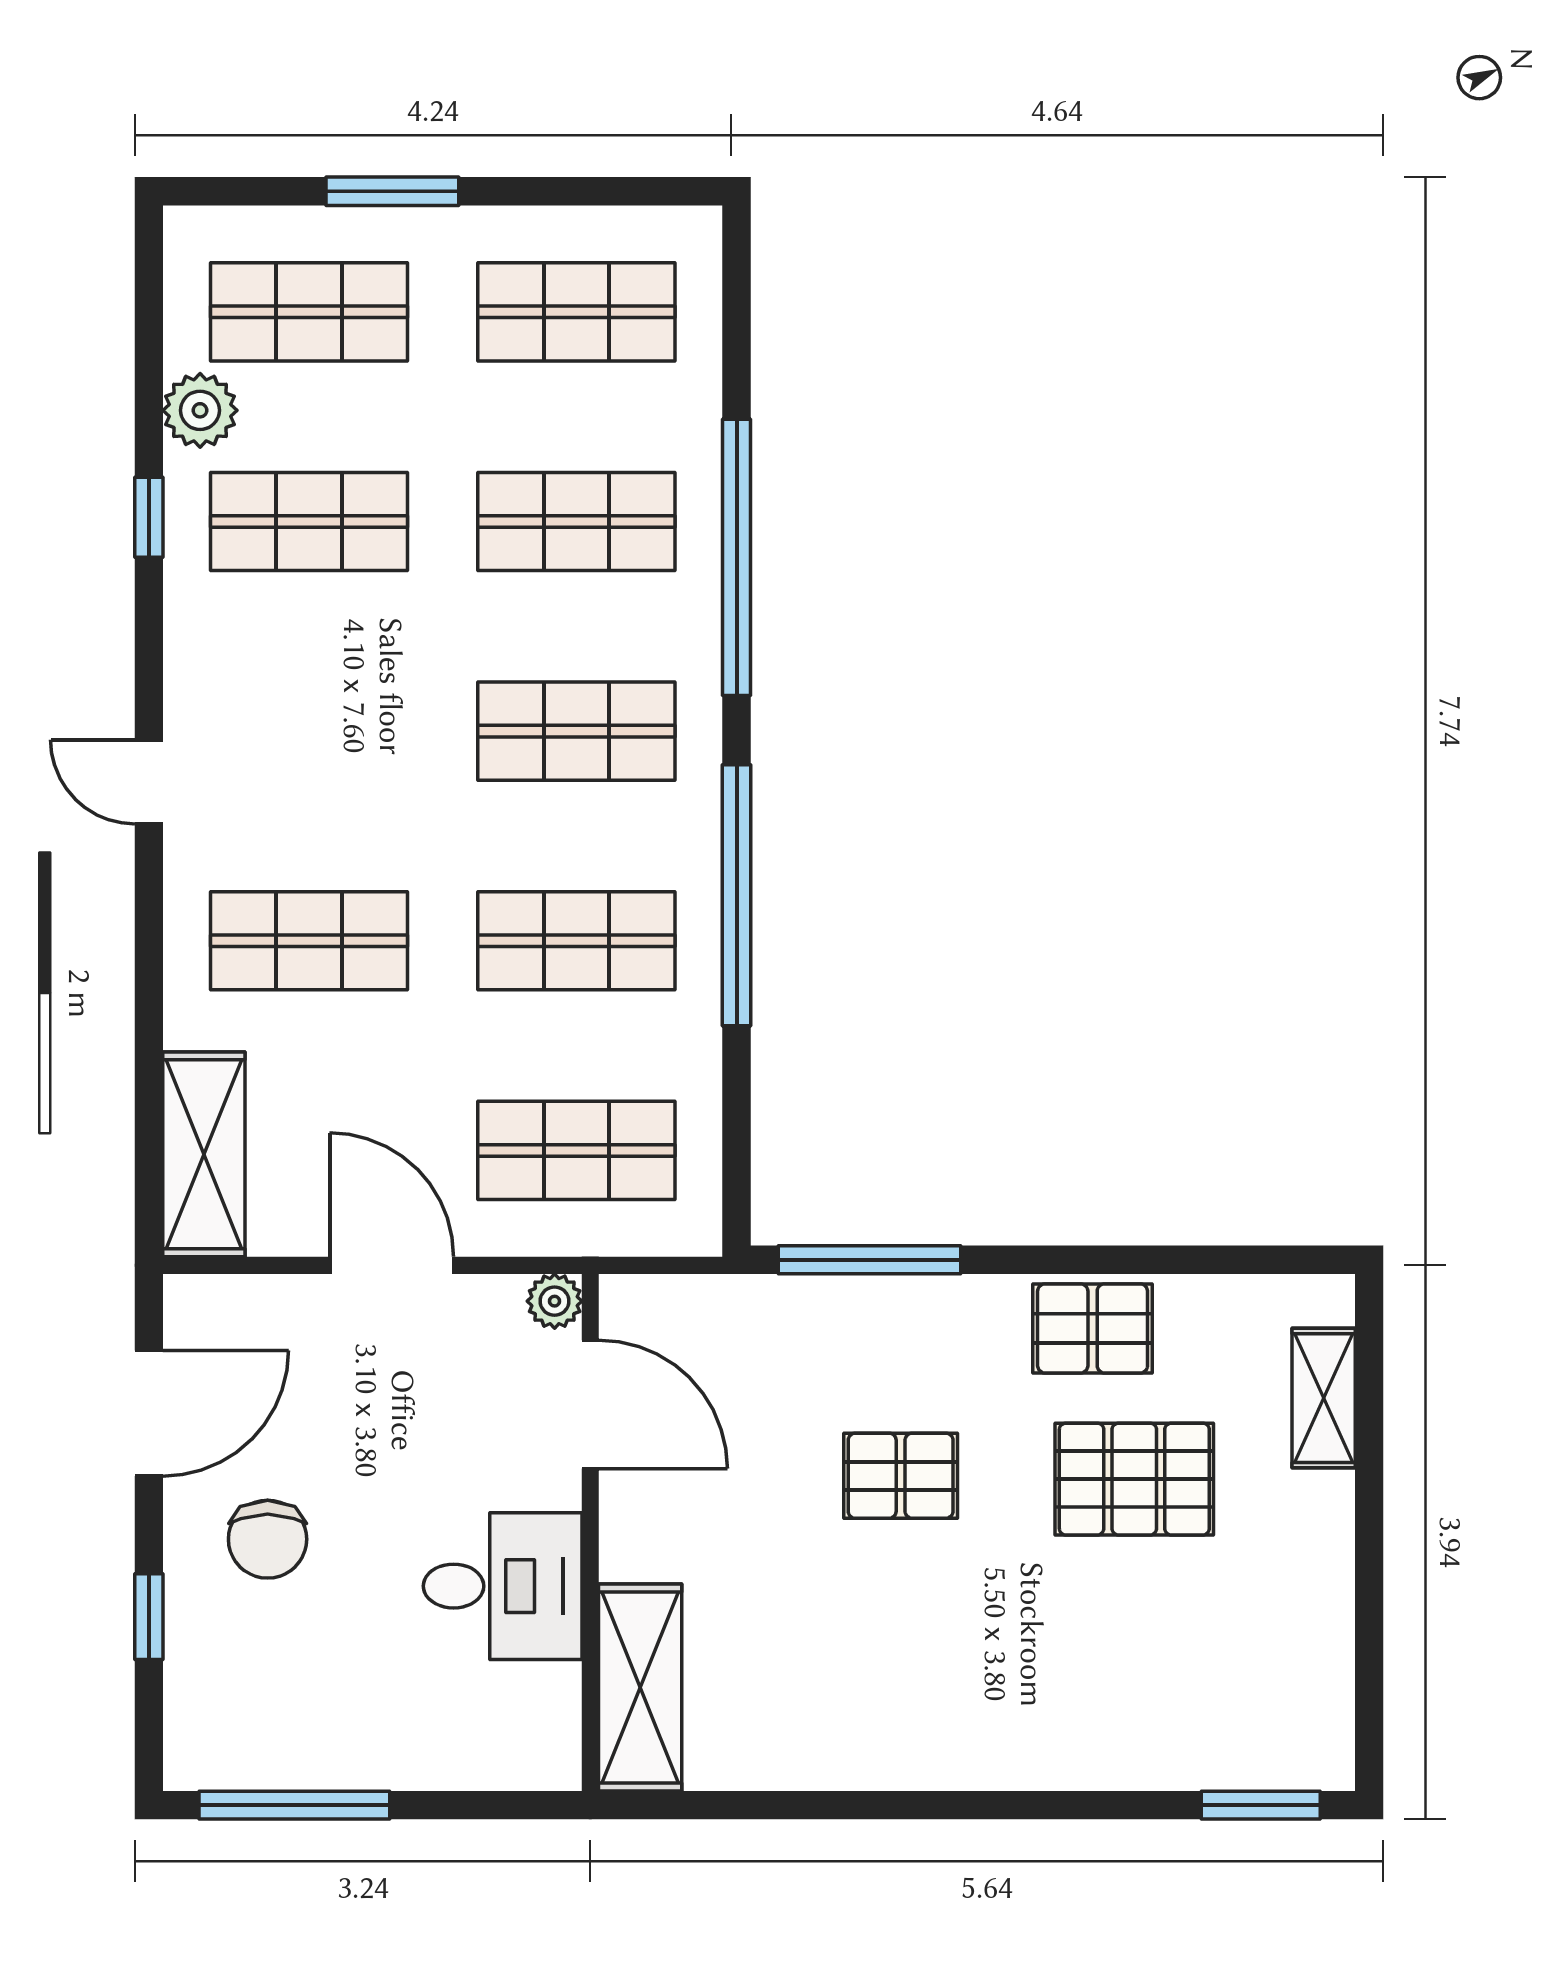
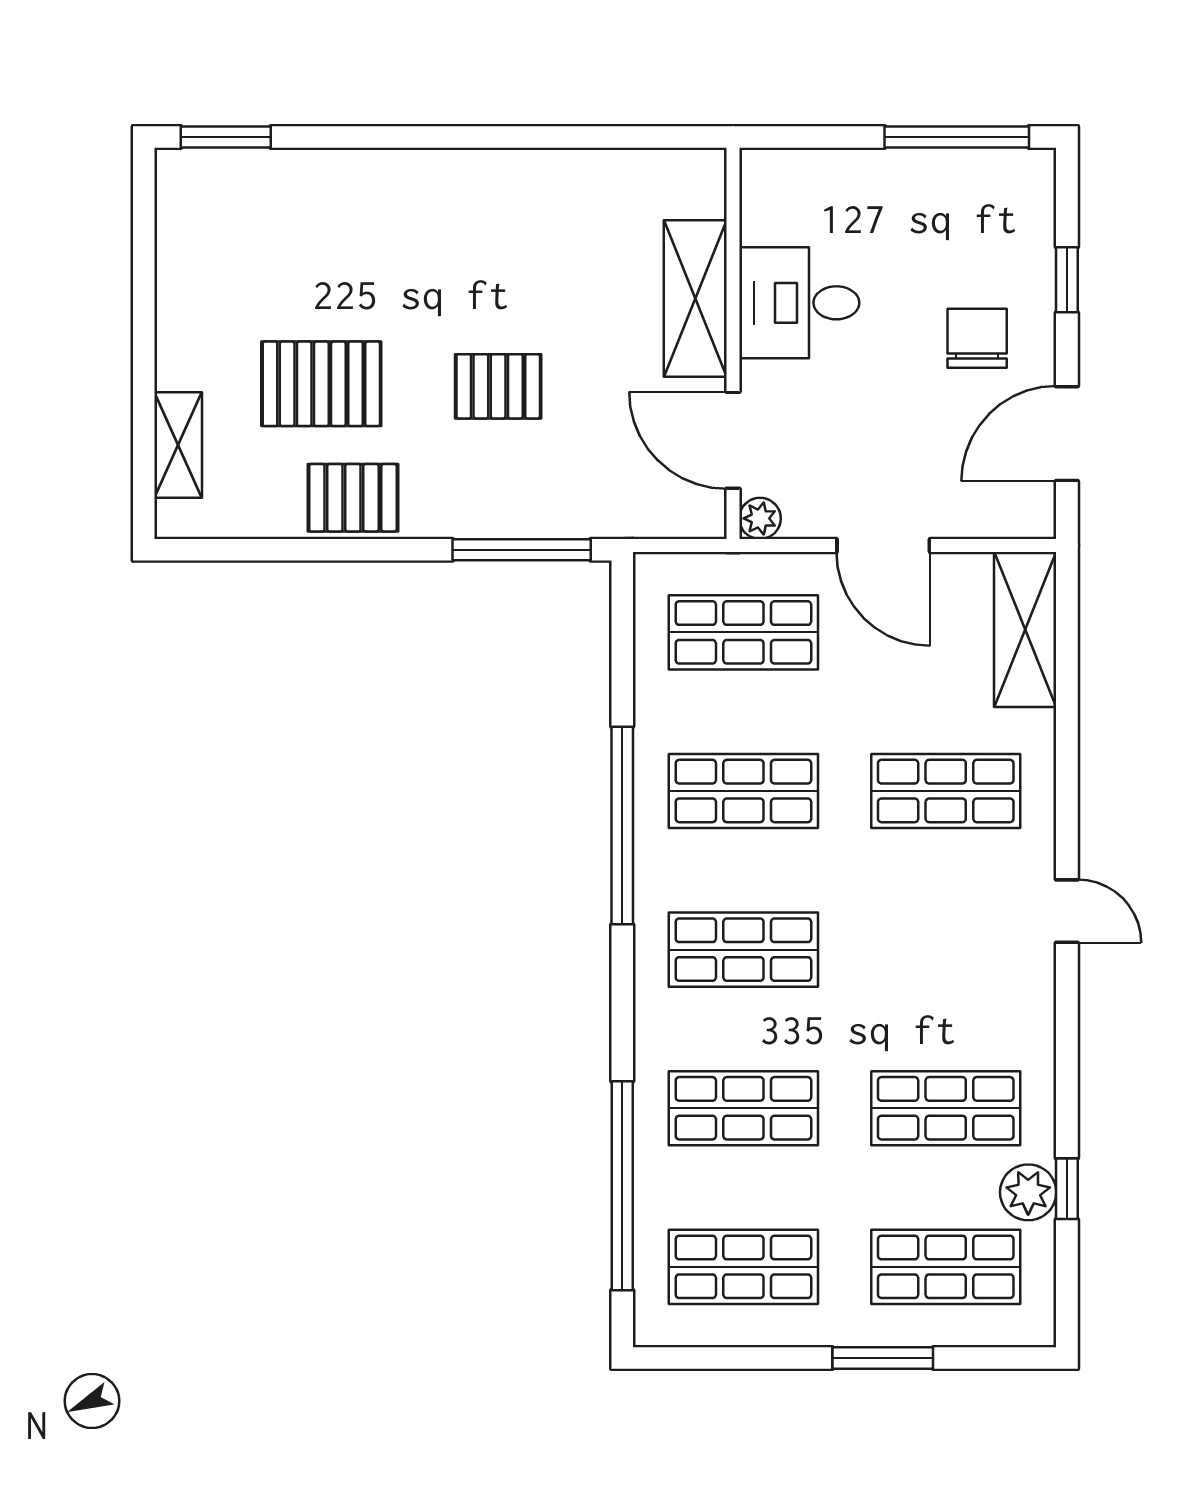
window: (149, 517) -> (1067, 1189), moved
window: (737, 557) -> (622, 1186), moved
shelving: (640, 1688) -> (695, 298), moved

